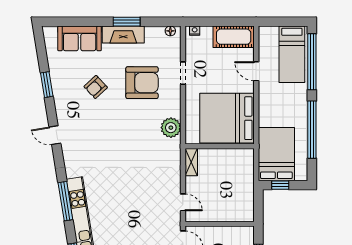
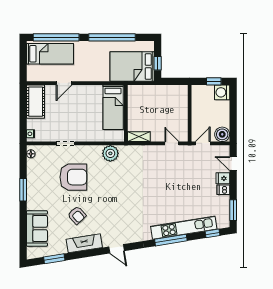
fireplace: (123, 34) -> (84, 243), moved, turned -99
armchair: (142, 83) -> (73, 177), turned 90
window: (47, 85) -> (54, 259), moved
bed: (227, 118) -> (113, 107), width x0.49
door: (55, 135) -> (117, 249), hinge flipped
door: (183, 202) -> (172, 143), hinge flipped

